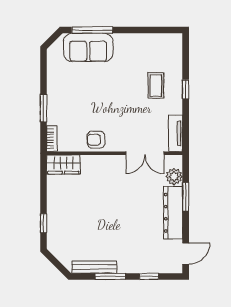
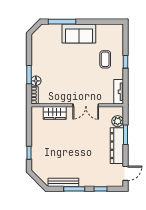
sofa: (88, 47) -> (79, 33), moved
floor lamp: (54, 117) -> (36, 81), added
armchair: (96, 140) -> (65, 96), removed
double door: (145, 153) -> (86, 105), moved
wardrobe: (63, 164) -> (55, 113), moved

